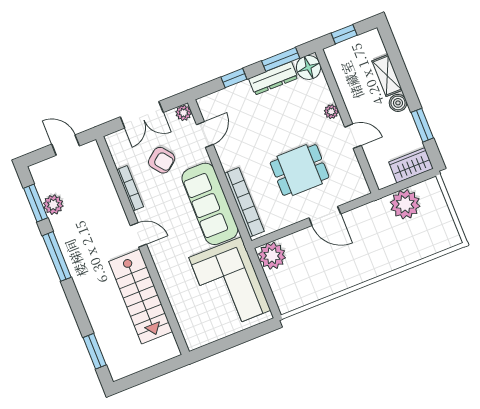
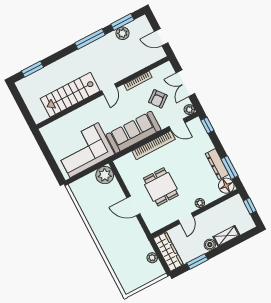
window: (234, 78) -> (207, 125), moved
door: (66, 145) -> (161, 37), swing flipped
wardrobe: (411, 165) -> (168, 251), width x1.50
bookcase: (244, 202) -> (154, 145), moved
plant: (405, 204) -> (152, 258), width x0.53, depth x0.53
door: (325, 216) -> (133, 206), hinge flipped

